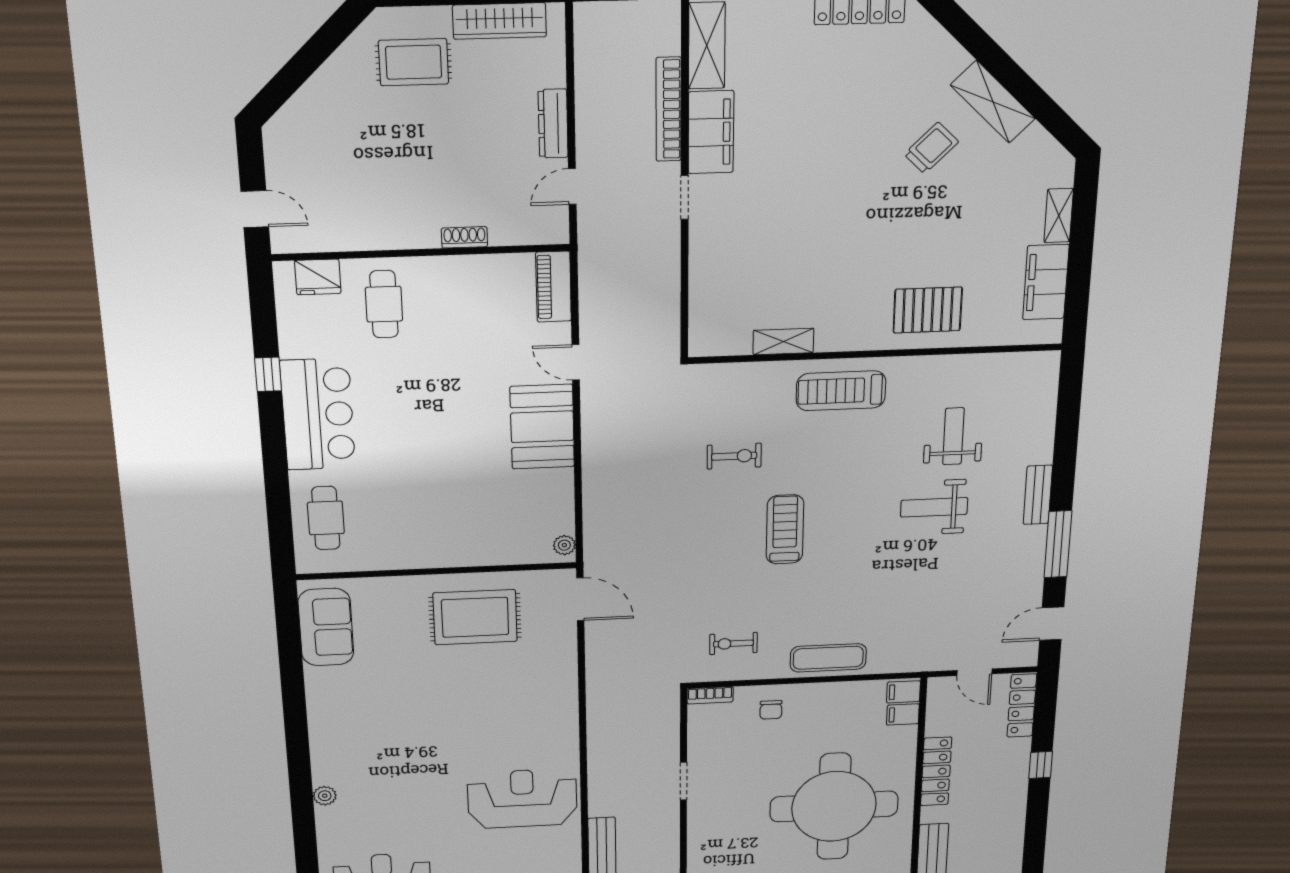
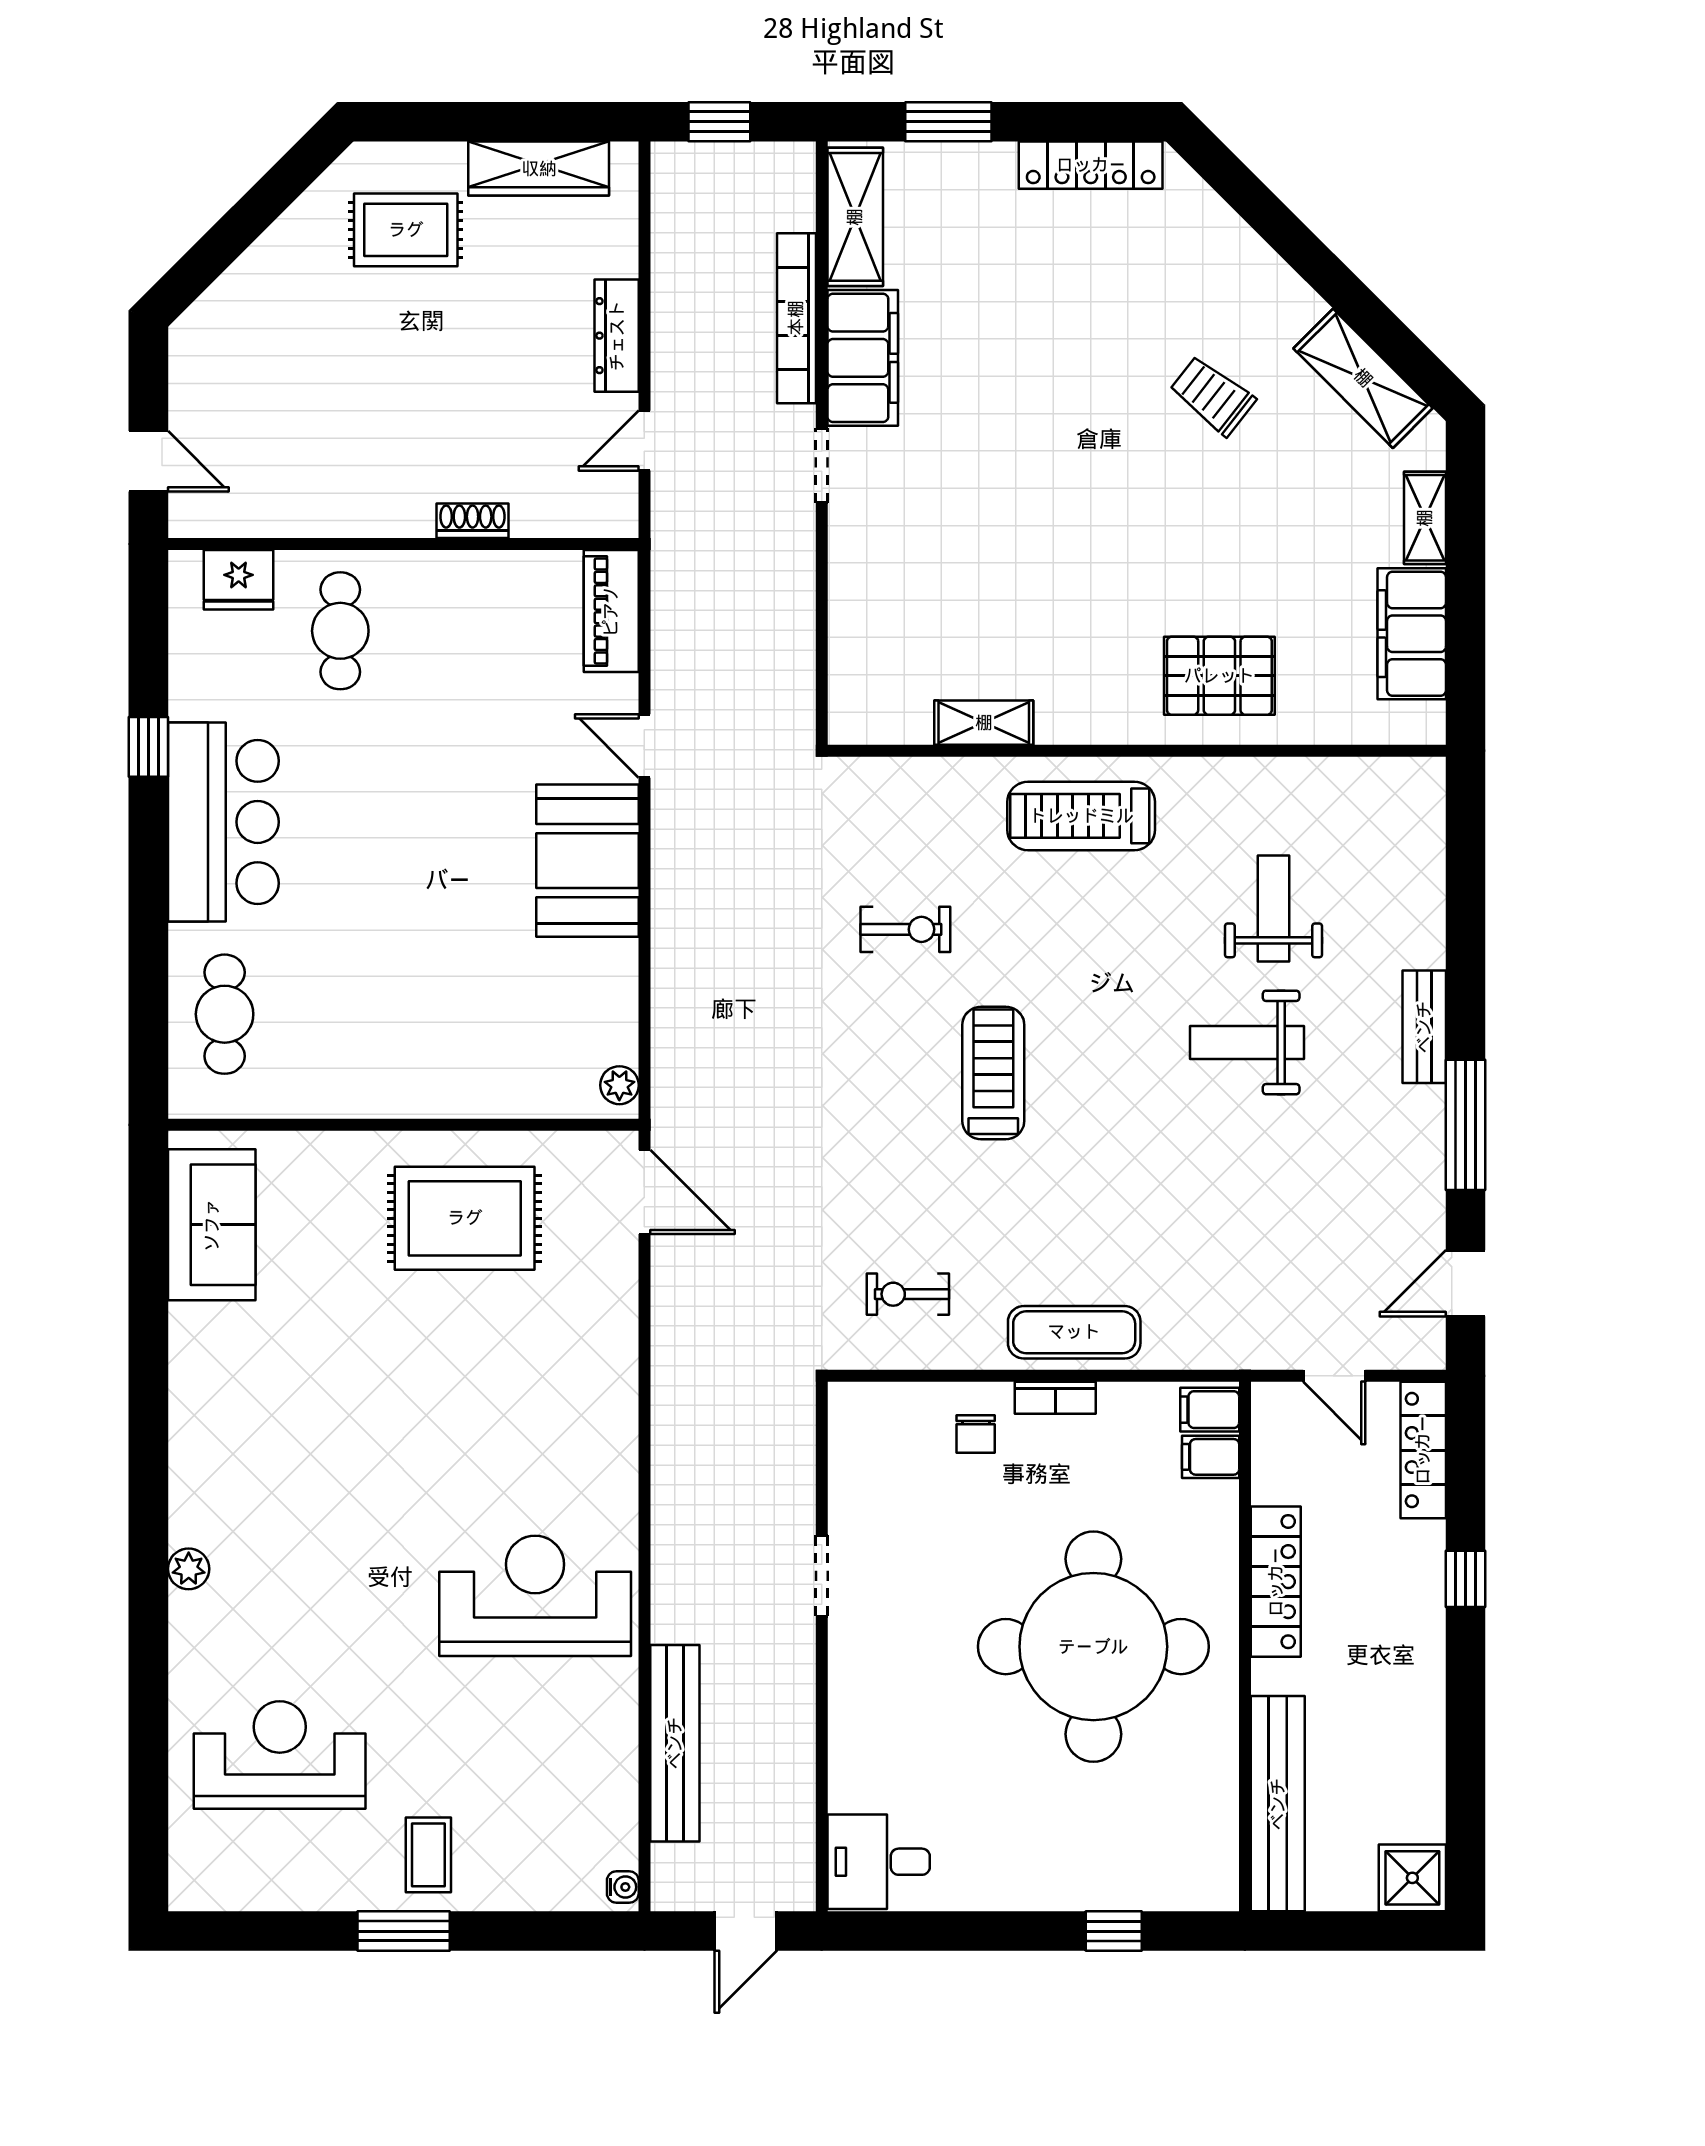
shelving: (993, 102) -> (1363, 378), moved
trolley: (931, 148) -> (1212, 396), turned -97
bookcase: (710, 695) -> (1055, 1398), moved

